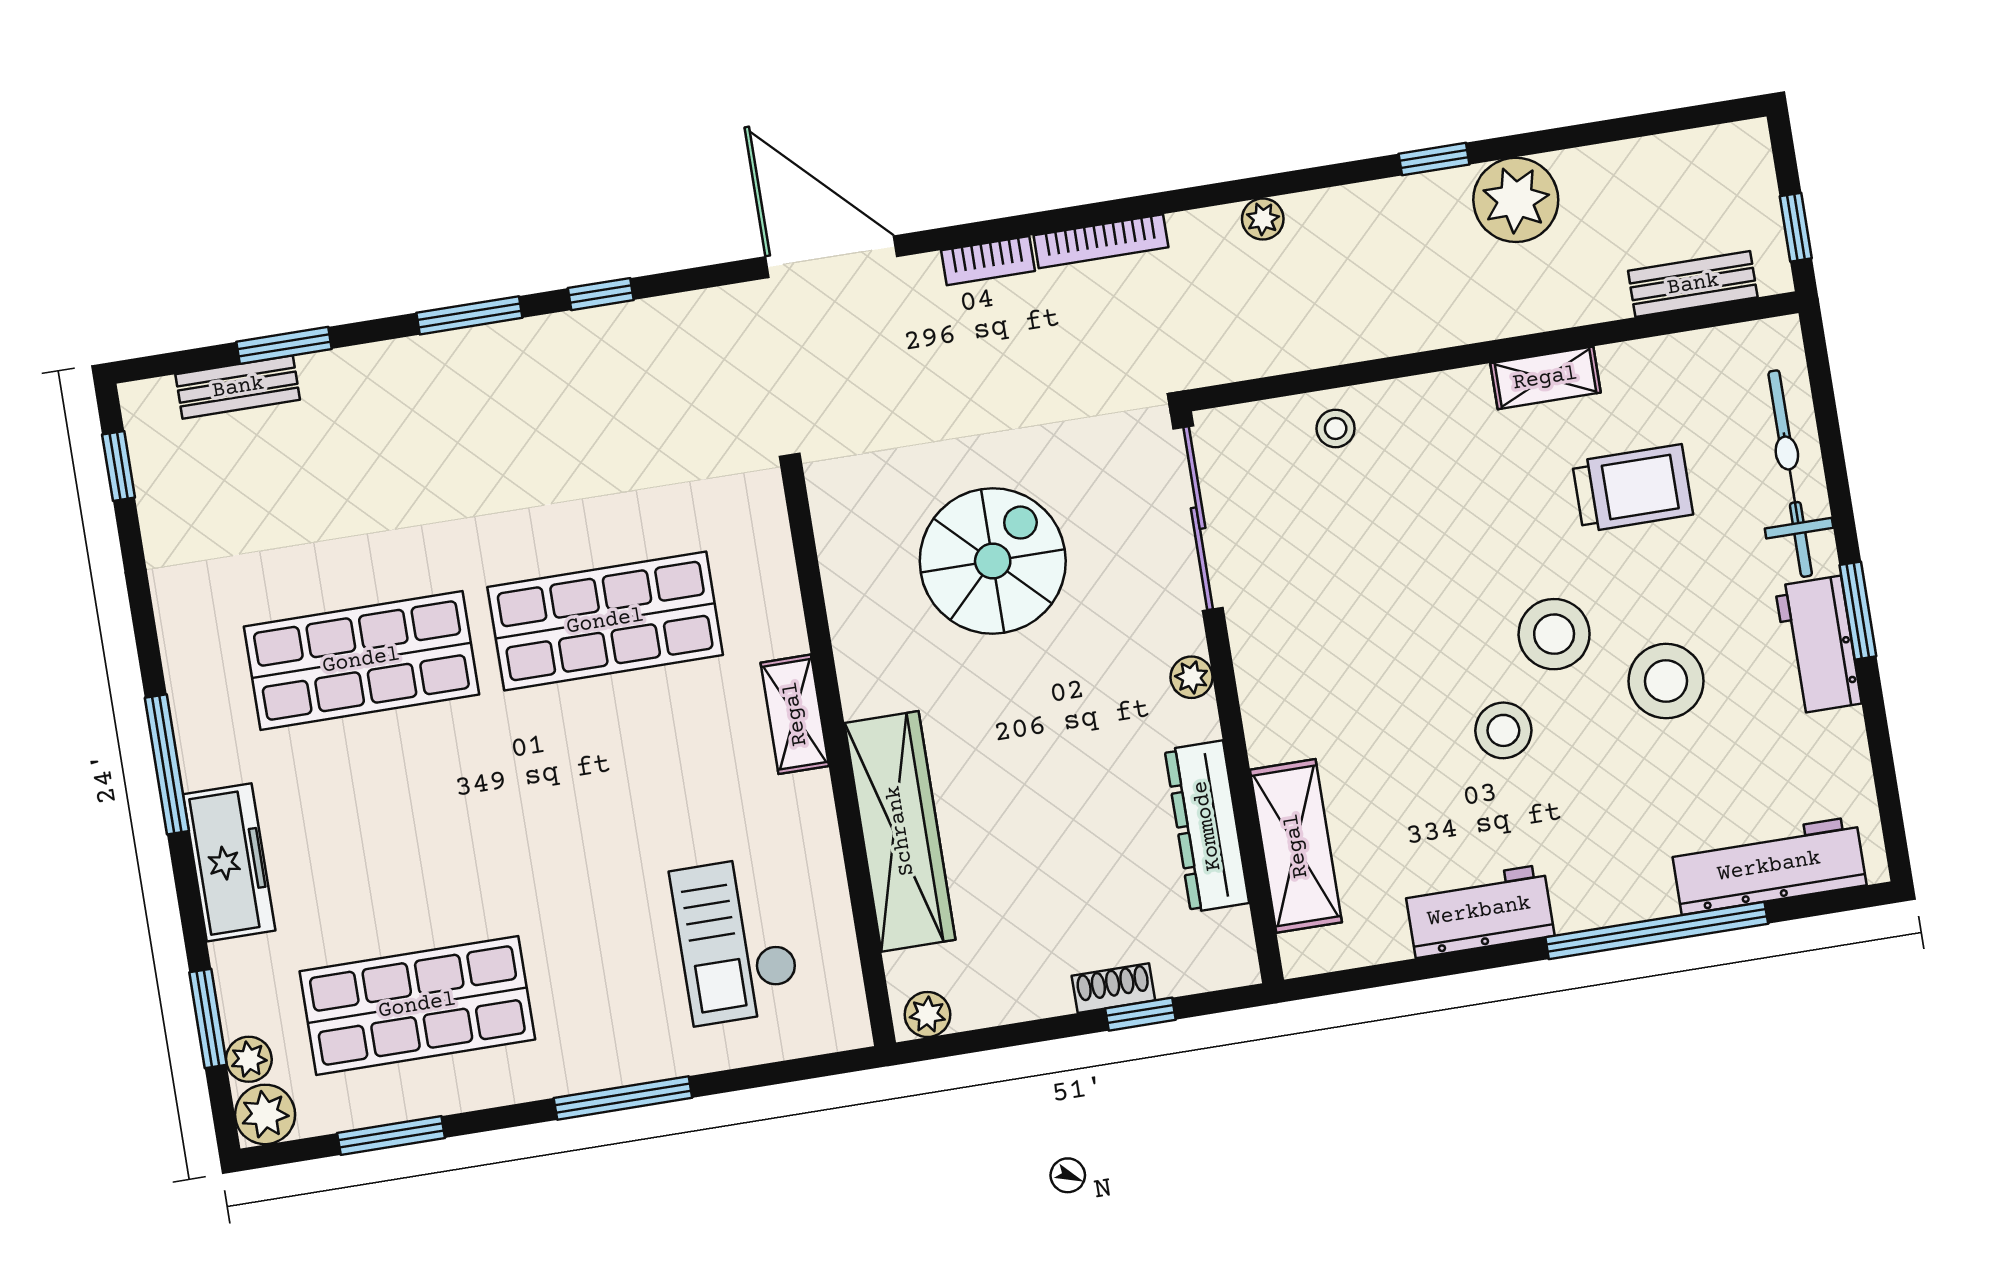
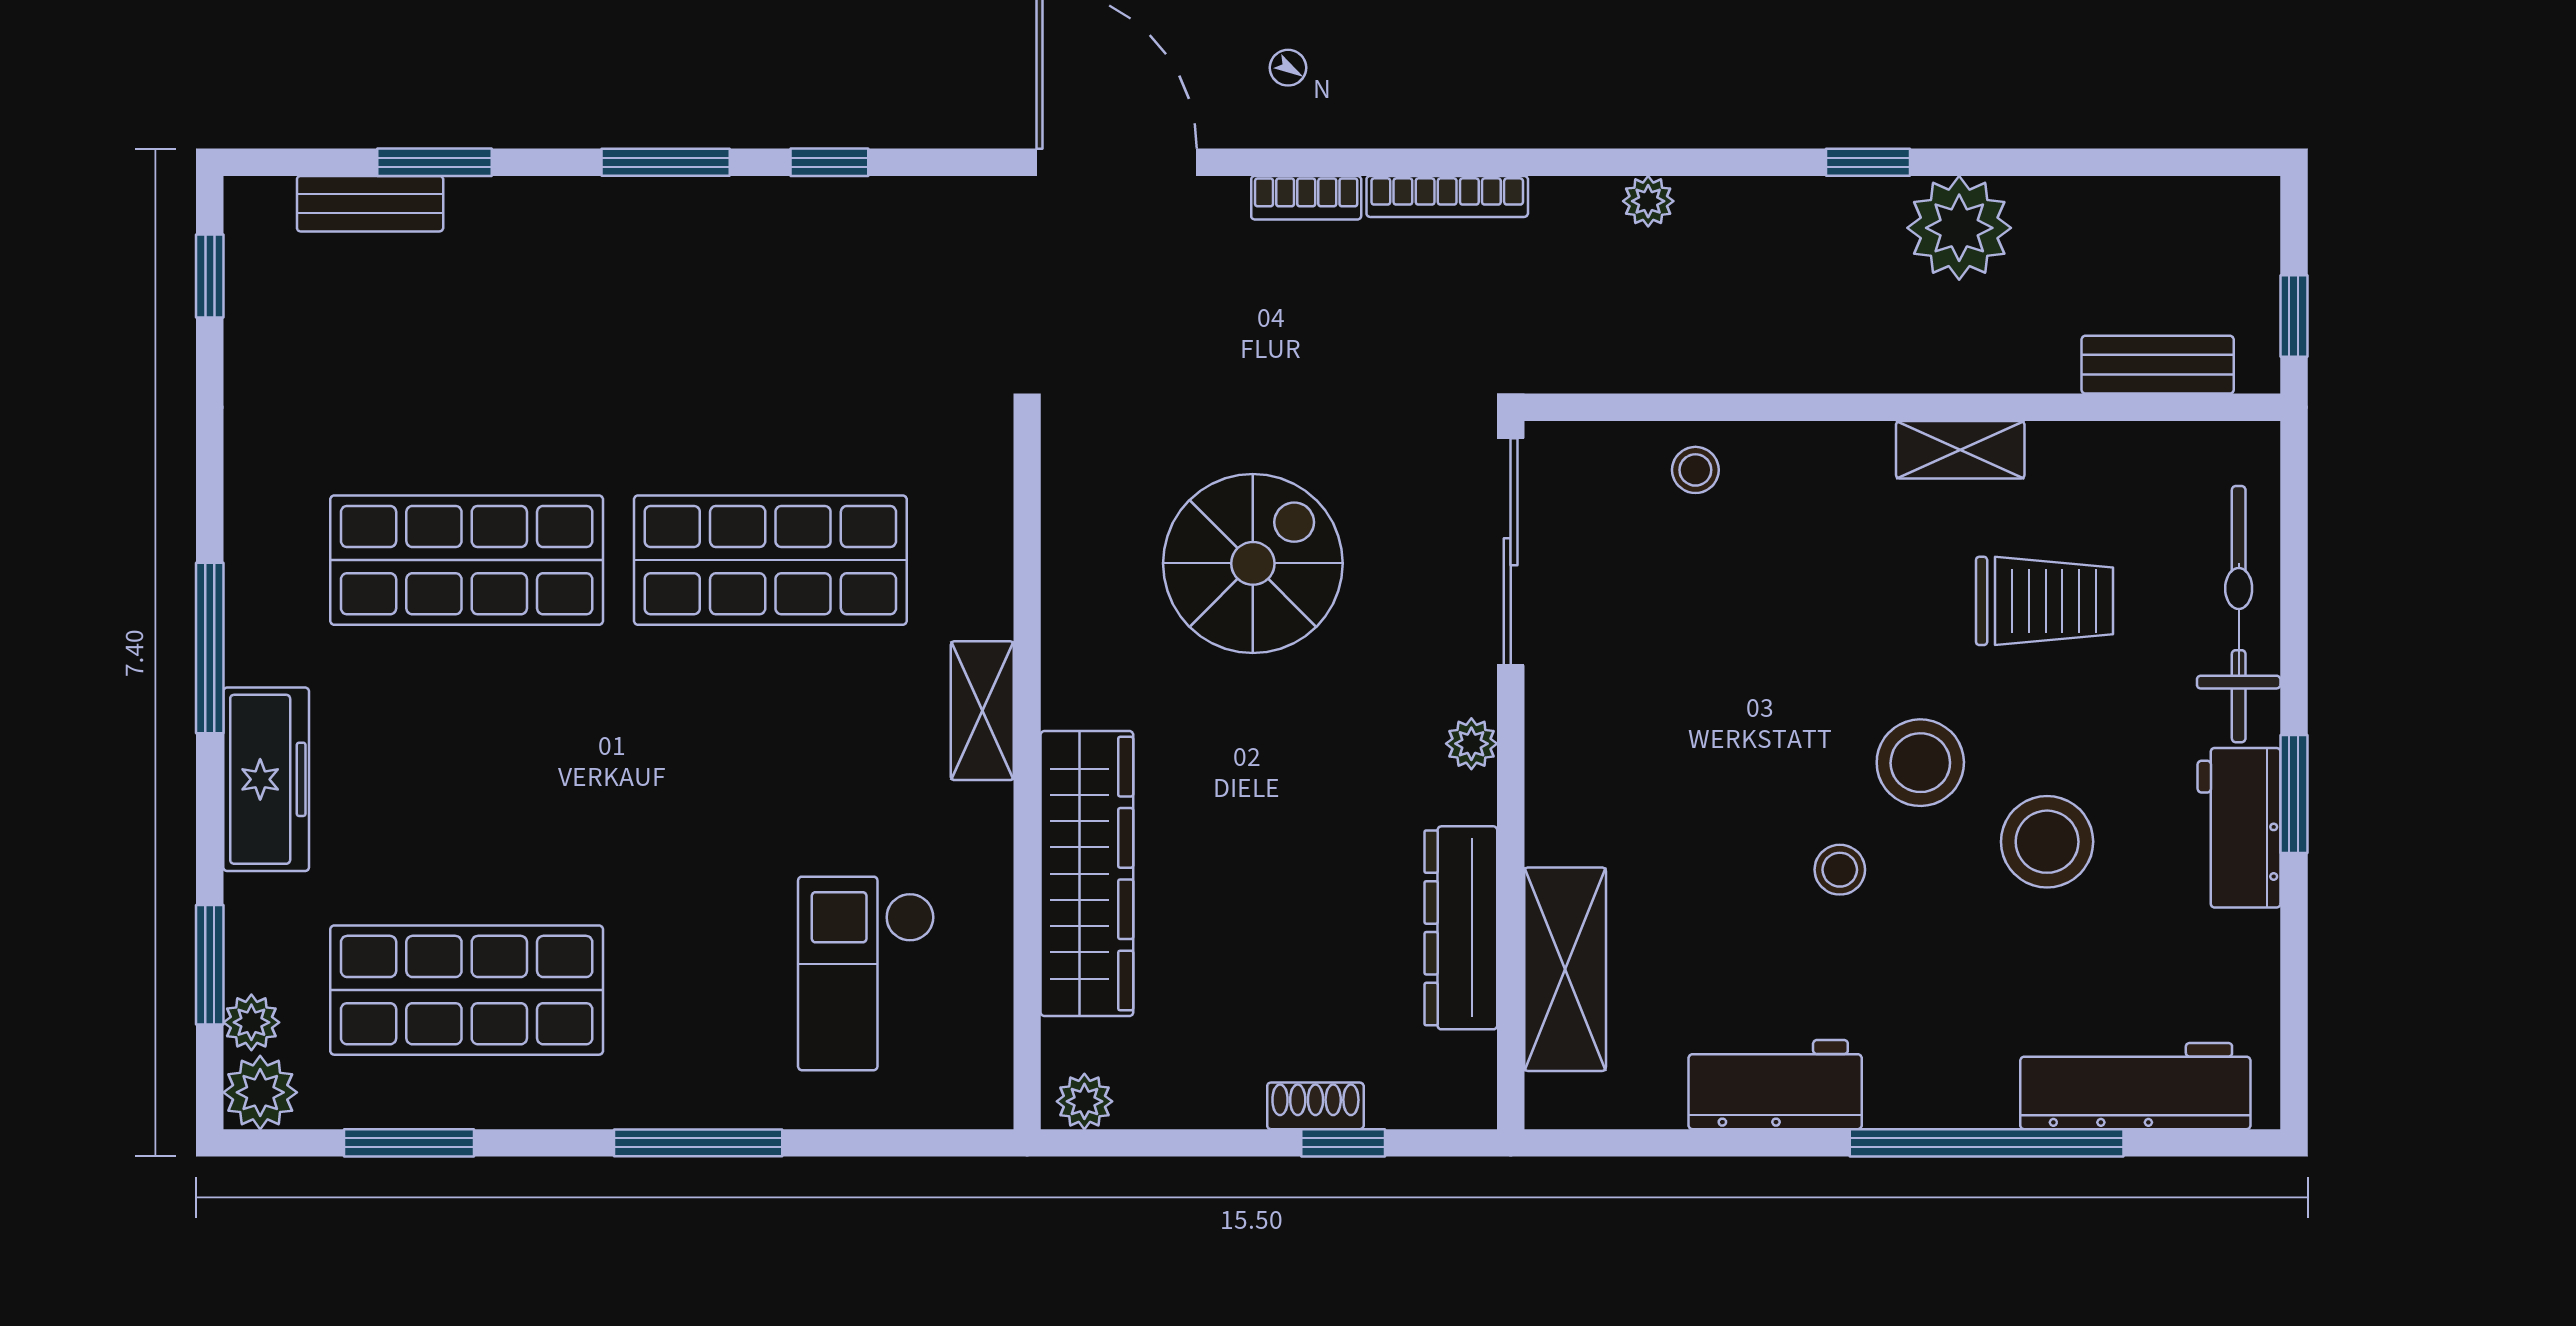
stool: (1503, 730) -> (1840, 870), width x0.73, depth x0.73

